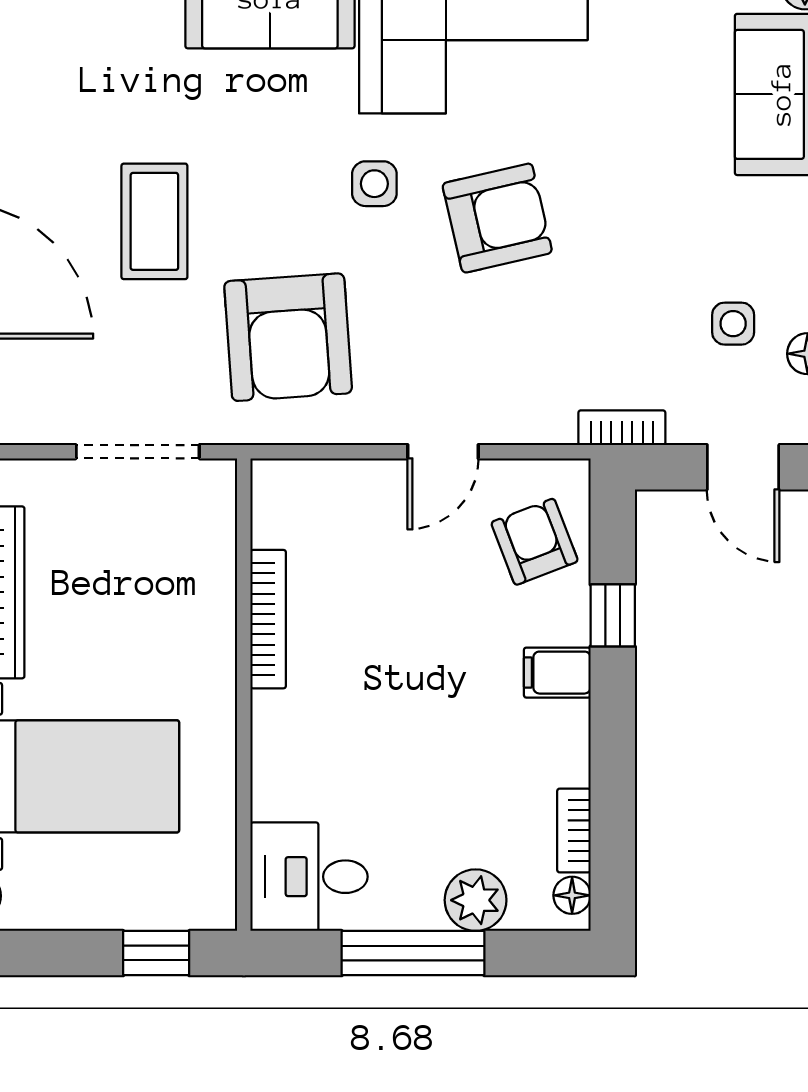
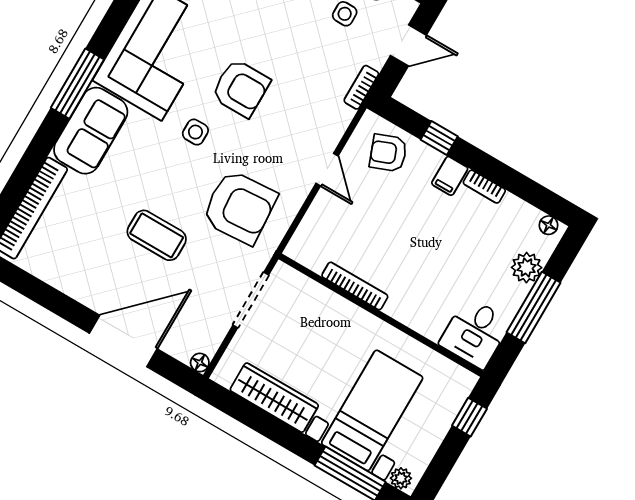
armchair: (497, 218) -> (241, 88), turned 103
bookcase: (574, 830) -> (484, 187), moved

